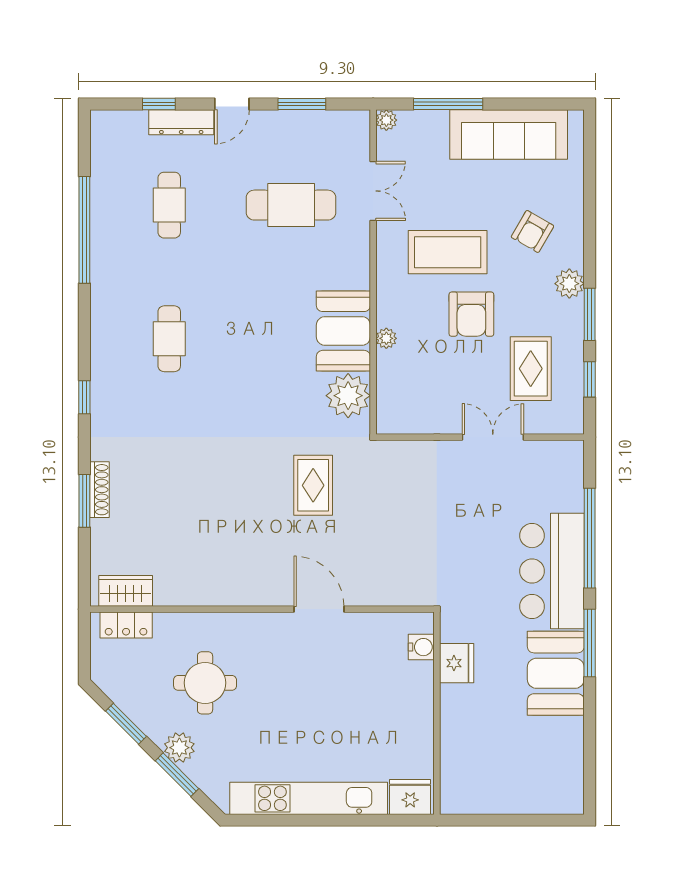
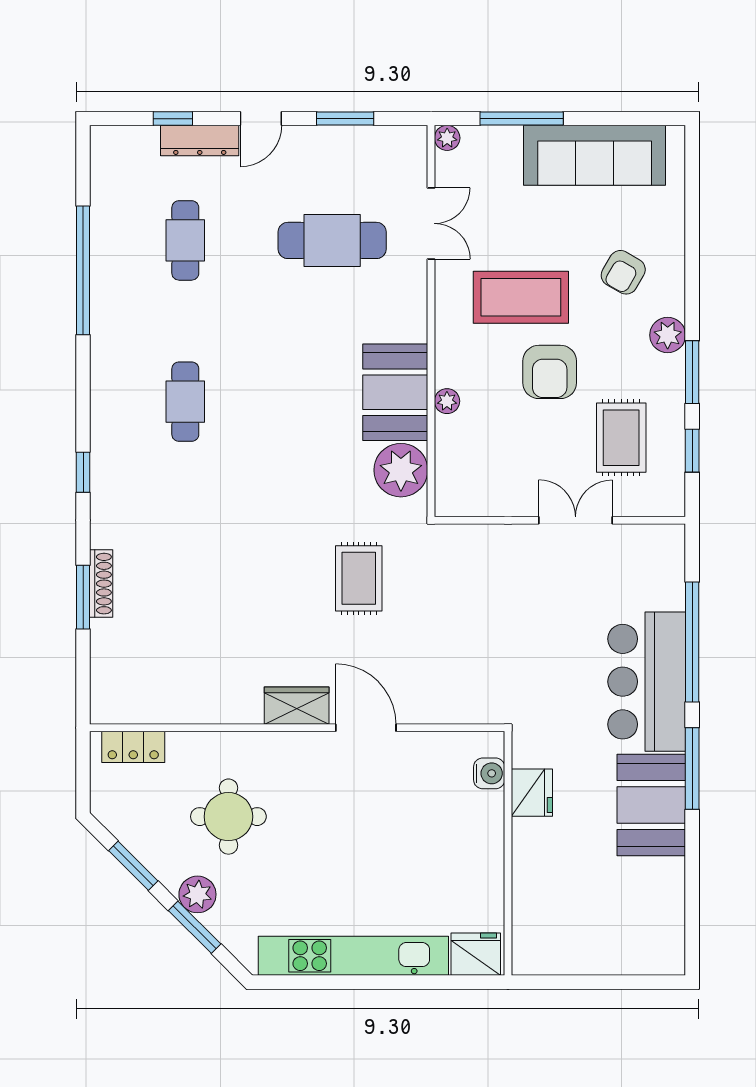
wardrobe: (126, 591) -> (297, 706), moved

